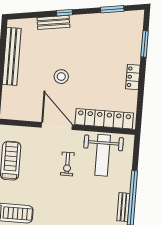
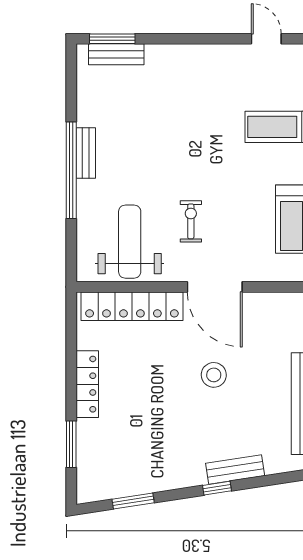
locker: (133, 77) -> (87, 384), width x1.53

